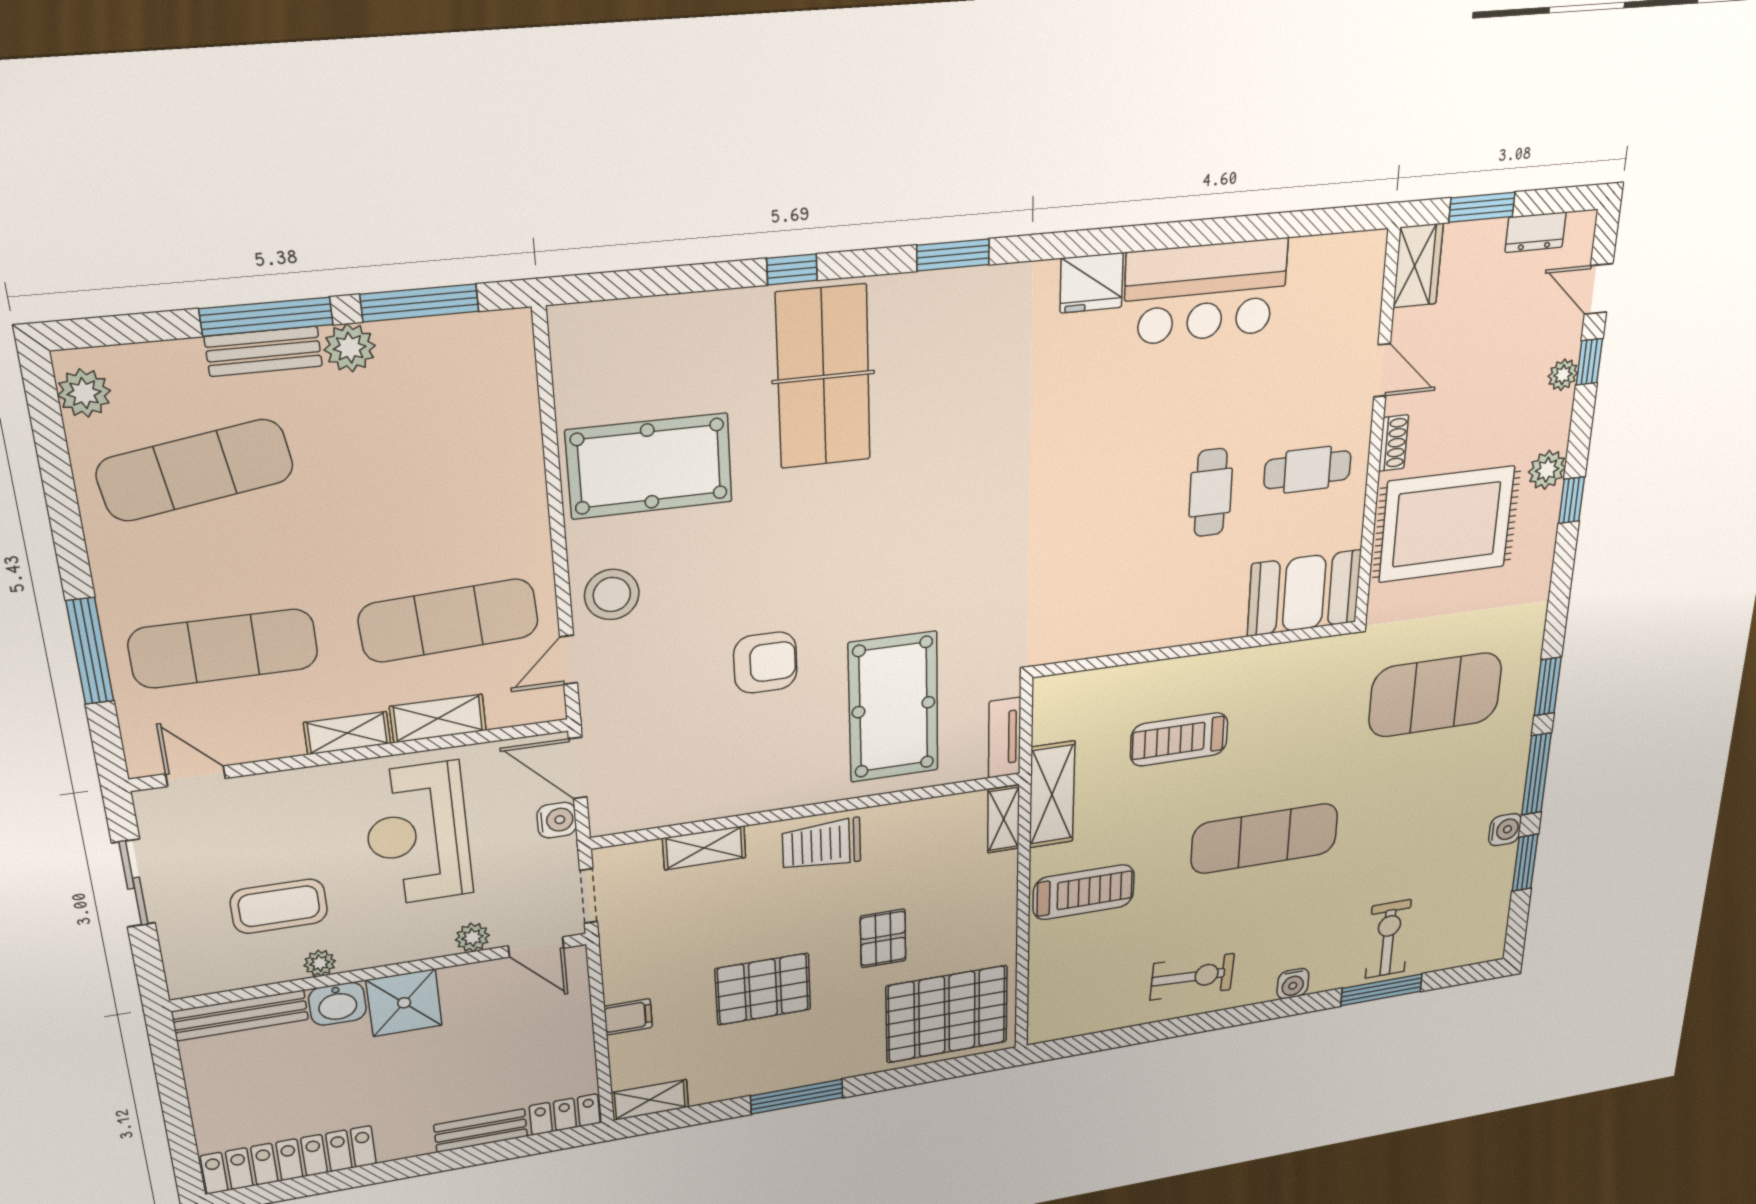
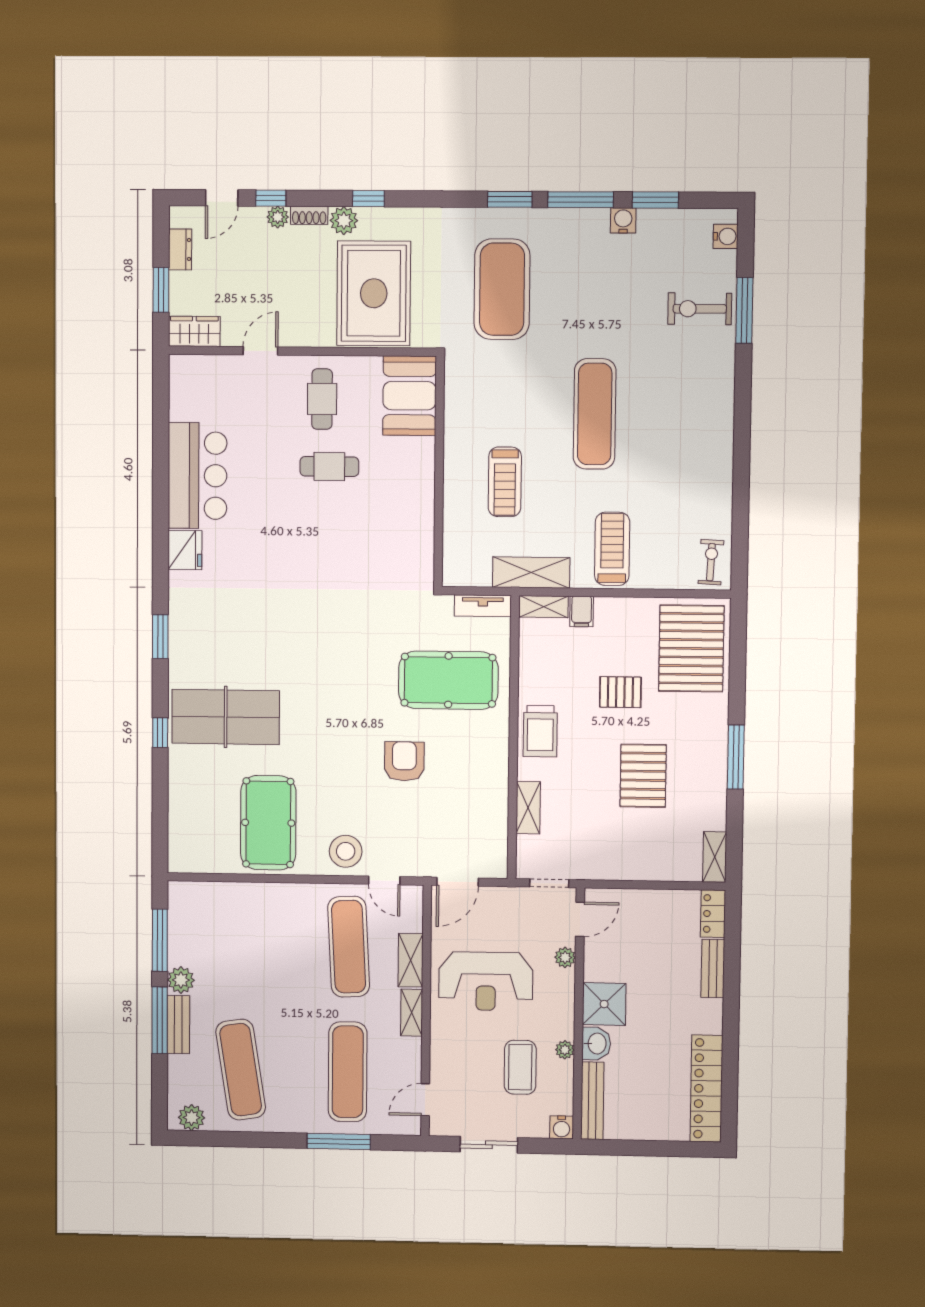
shoe rack: (1394, 443) -> (309, 215), moved, turned 180
water cooler: (557, 820) -> (562, 1127), moved, turned 180
exercise bike: (1192, 977) -> (711, 562), moved, width x0.73, depth x0.72
water cooler: (1293, 984) -> (726, 236), moved
filing cabinet: (628, 1017) -> (582, 612), moved, turned 180

